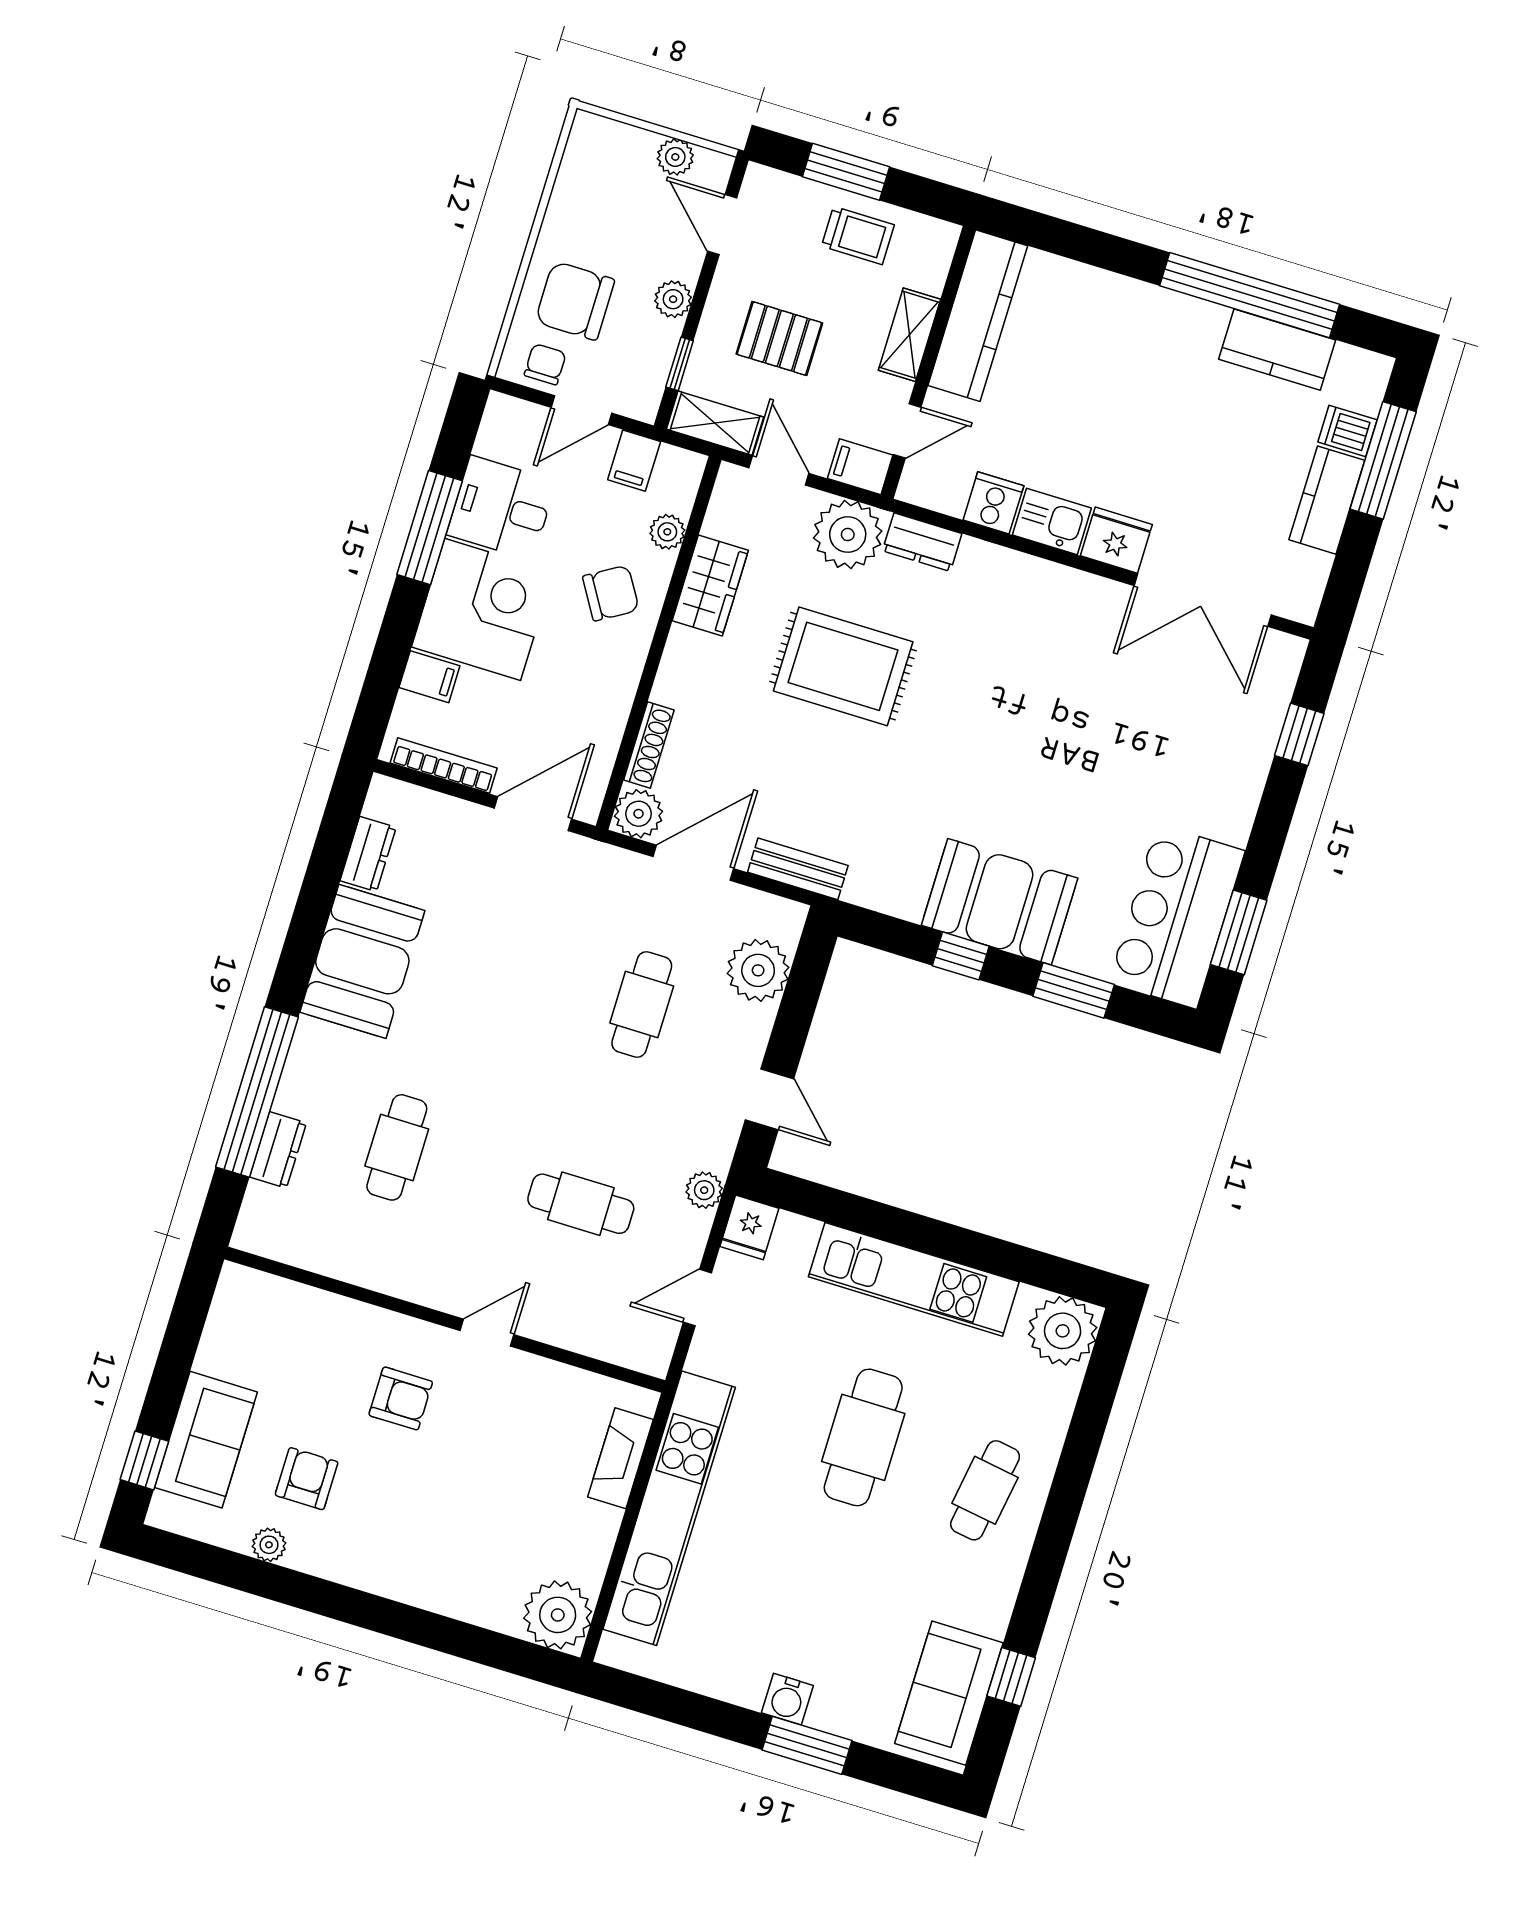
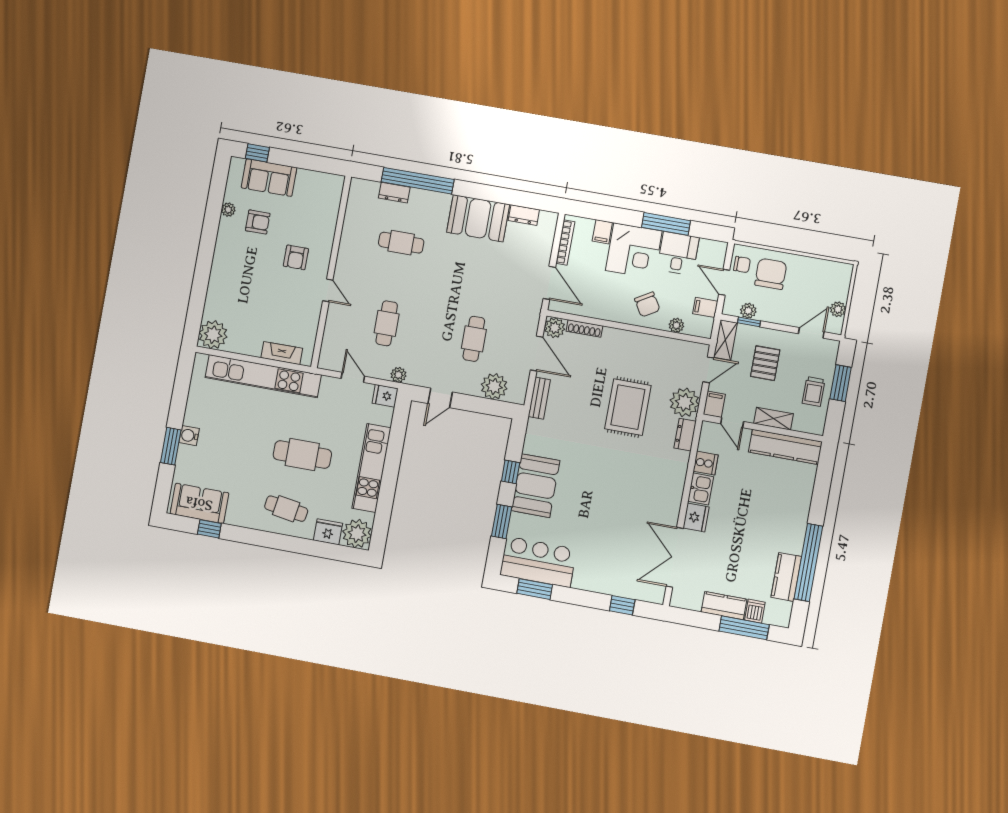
plant: (673, 299) -> (748, 311), moved
wardrobe: (710, 586) -> (656, 346), removed
cafe table: (642, 1004) -> (474, 339), turned 90
fridge: (1050, 1399) -> (328, 532), added

